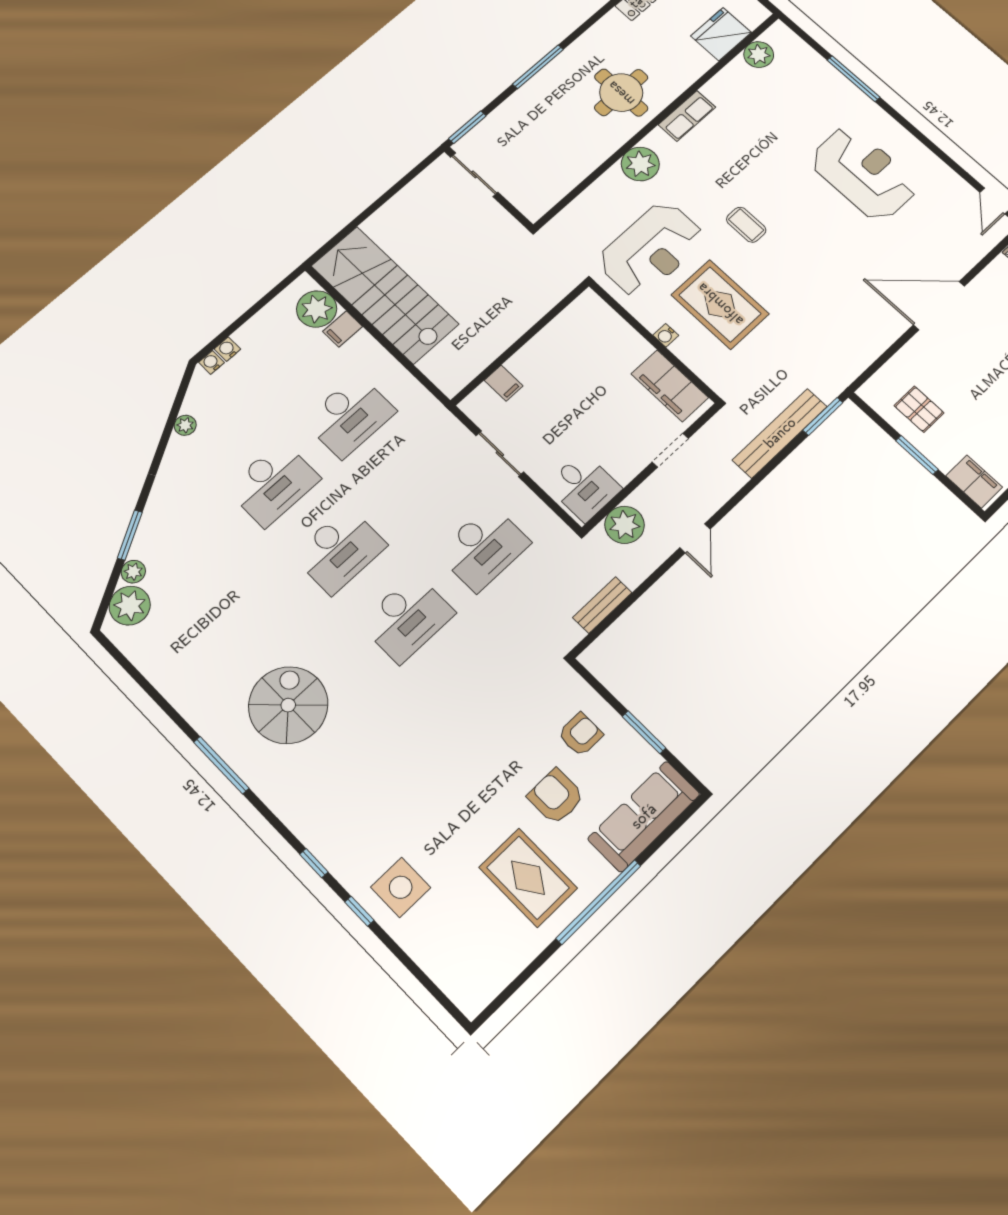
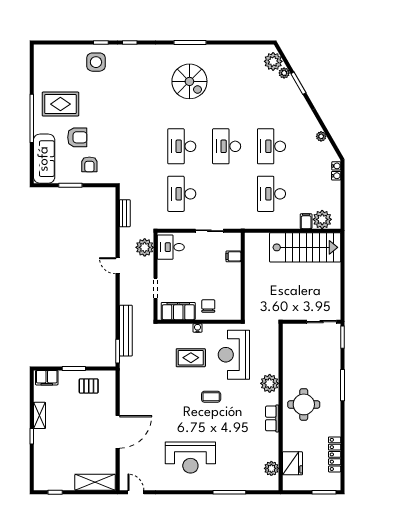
rug: (720, 304) -> (191, 358), width x0.73, depth x0.70
chair: (617, 350) -> (208, 306), added

